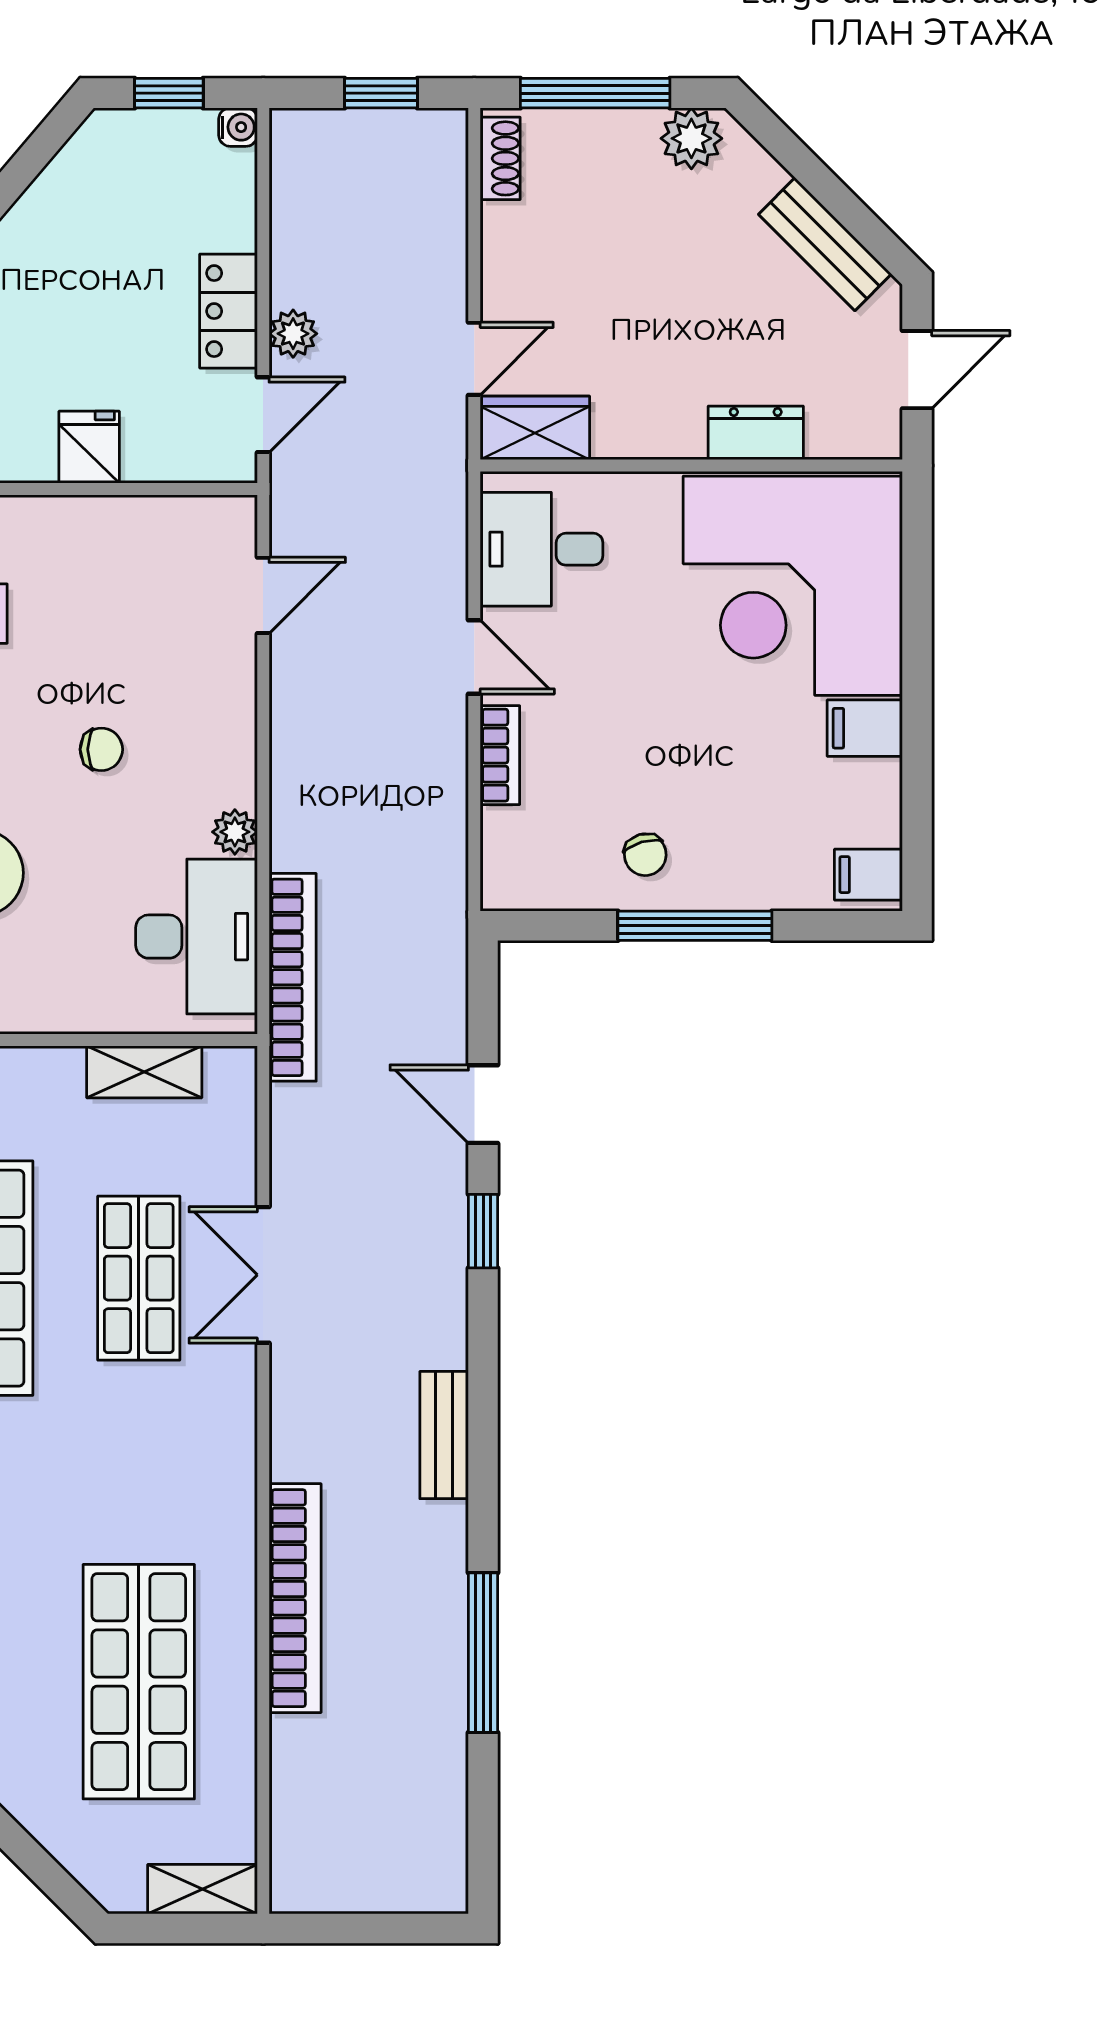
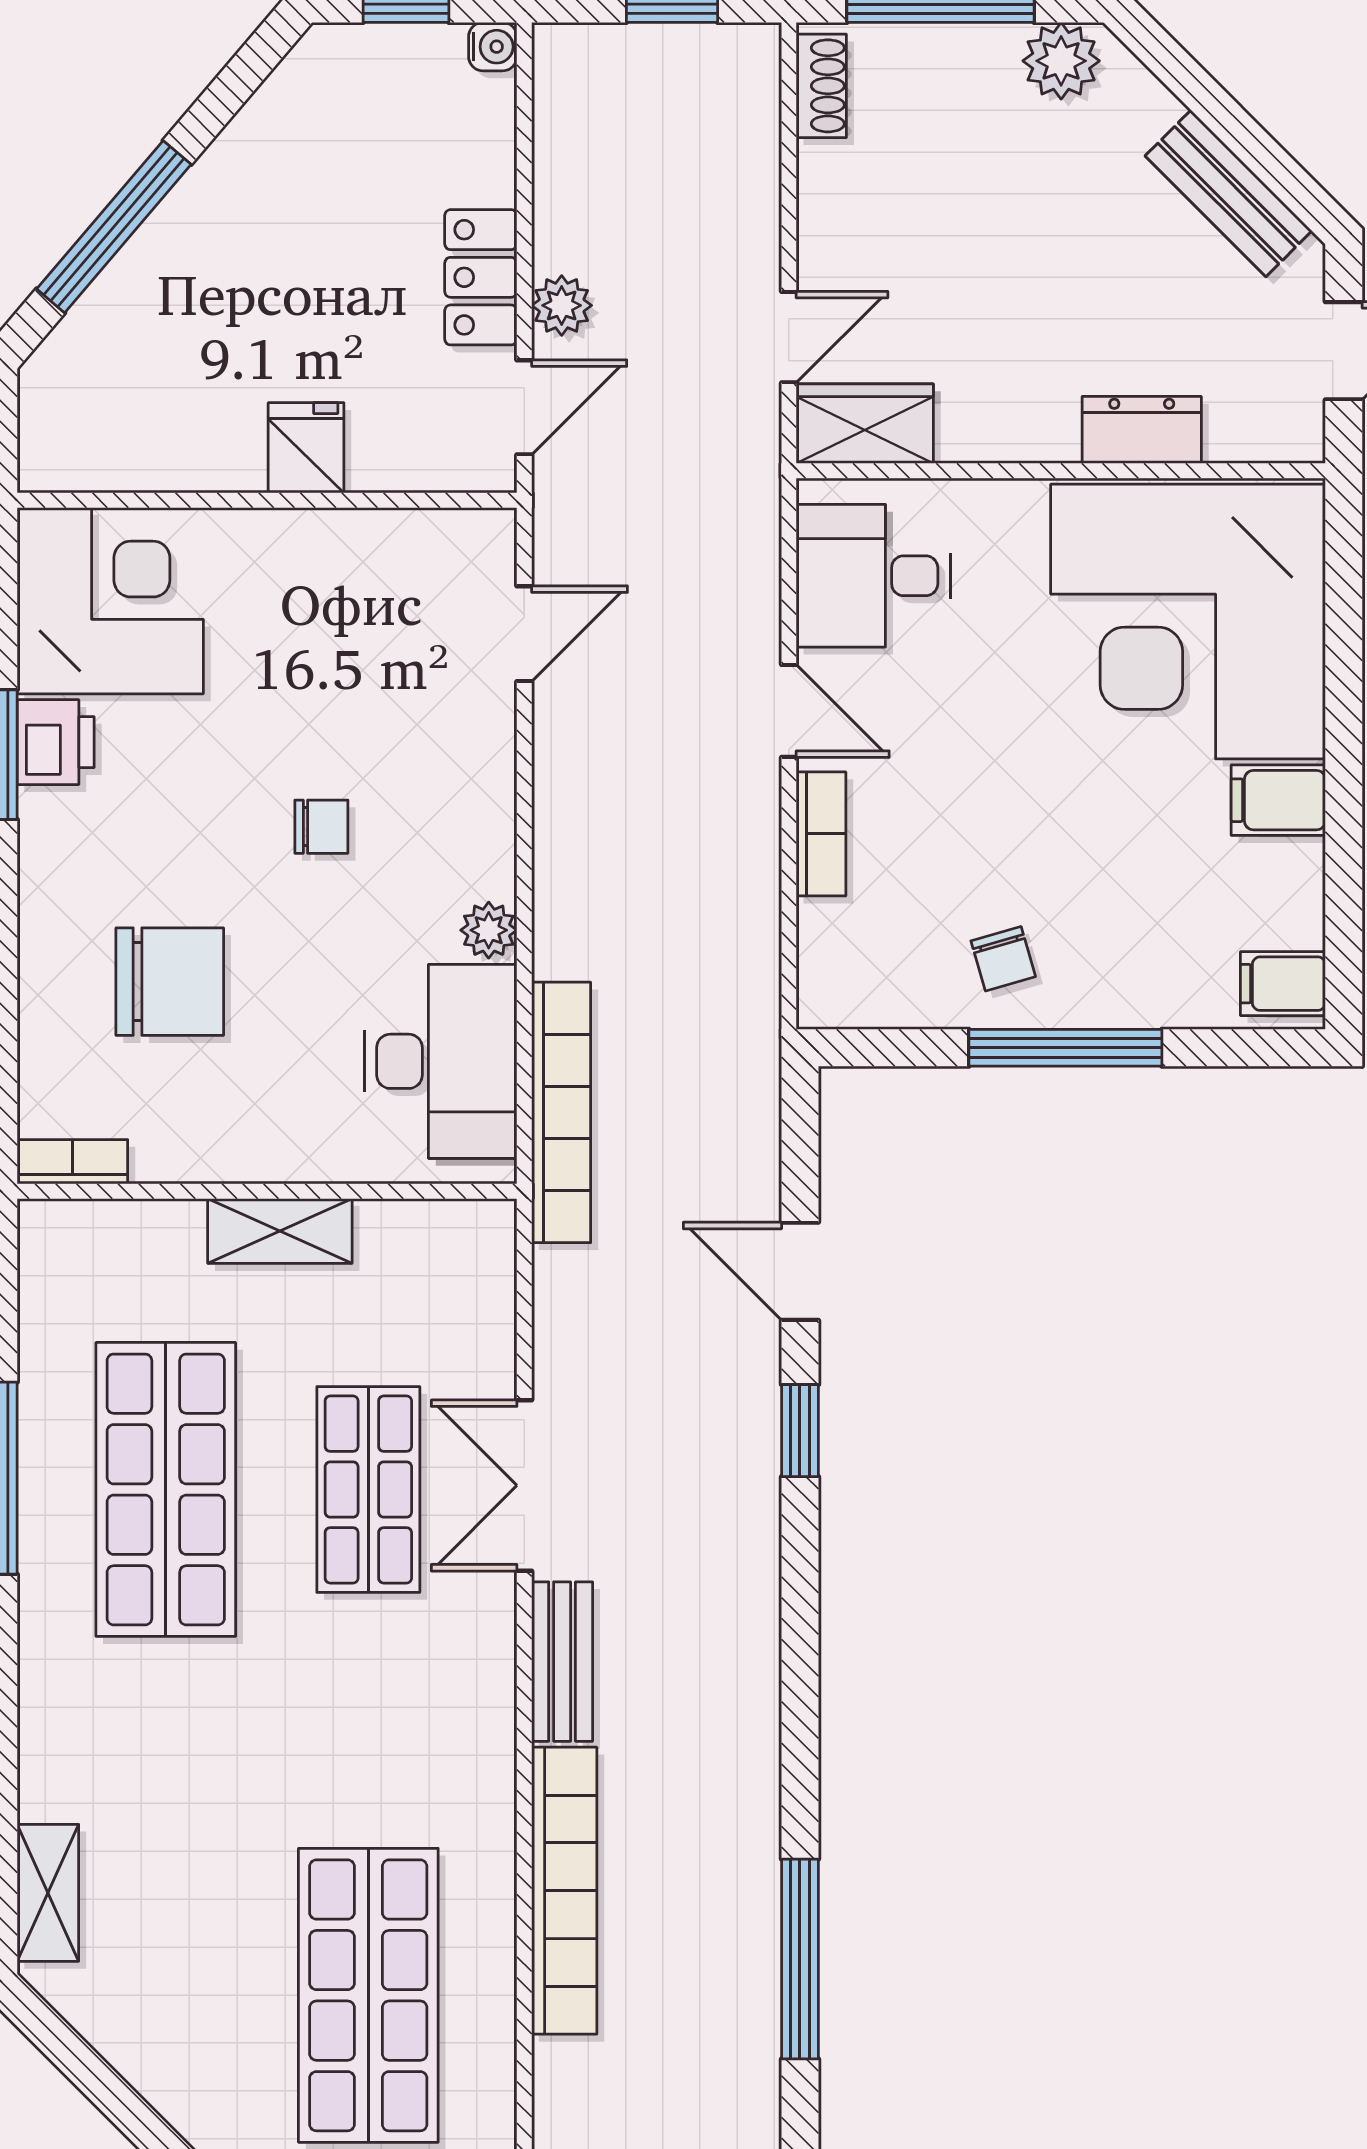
shelving: (144, 1072) -> (280, 1231), moved
bench: (444, 1435) -> (562, 1662), moved

